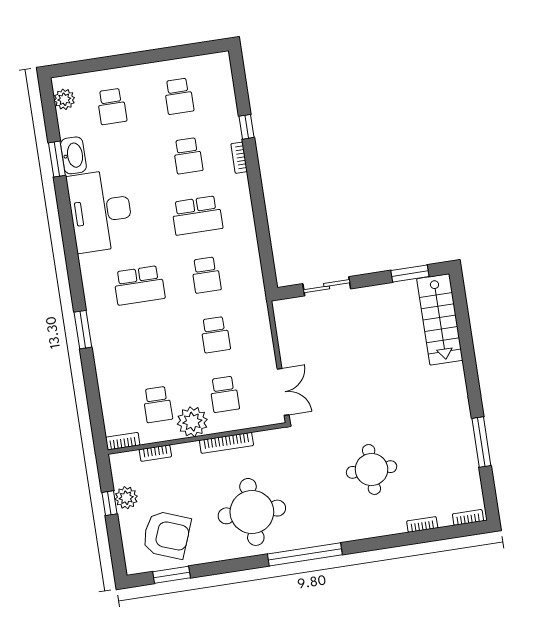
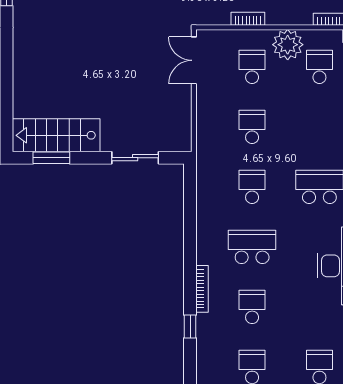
bookcase: (239, 158) -> (202, 289), width x1.56
stairs: (440, 319) -> (56, 135), moved, turned -90
bookcase: (226, 443) -> (248, 19), width x0.64

